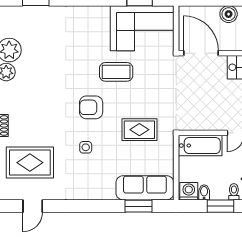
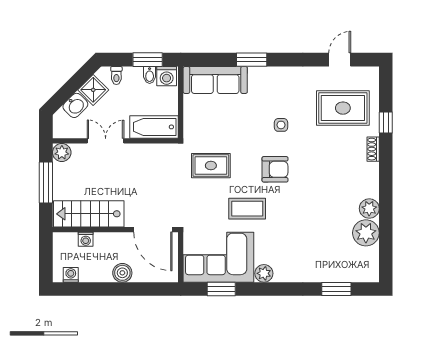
plant: (101, 14) -> (264, 273), added
rug: (139, 130) -> (211, 166), moved
window: (138, 206) -> (252, 60), moved
window: (221, 206) -> (148, 60), moved

